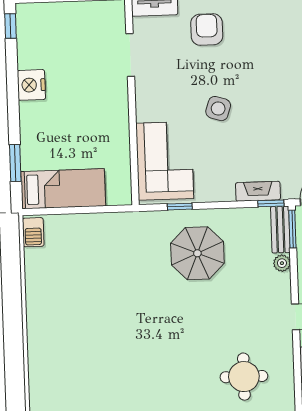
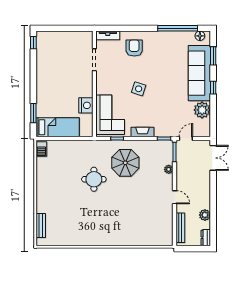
nightstand: (31, 85) -> (86, 105), moved, turned 180
fireplace: (258, 191) -> (143, 132), moved
bench: (280, 230) -> (41, 226), moved
round table: (244, 377) -> (94, 179), moved

